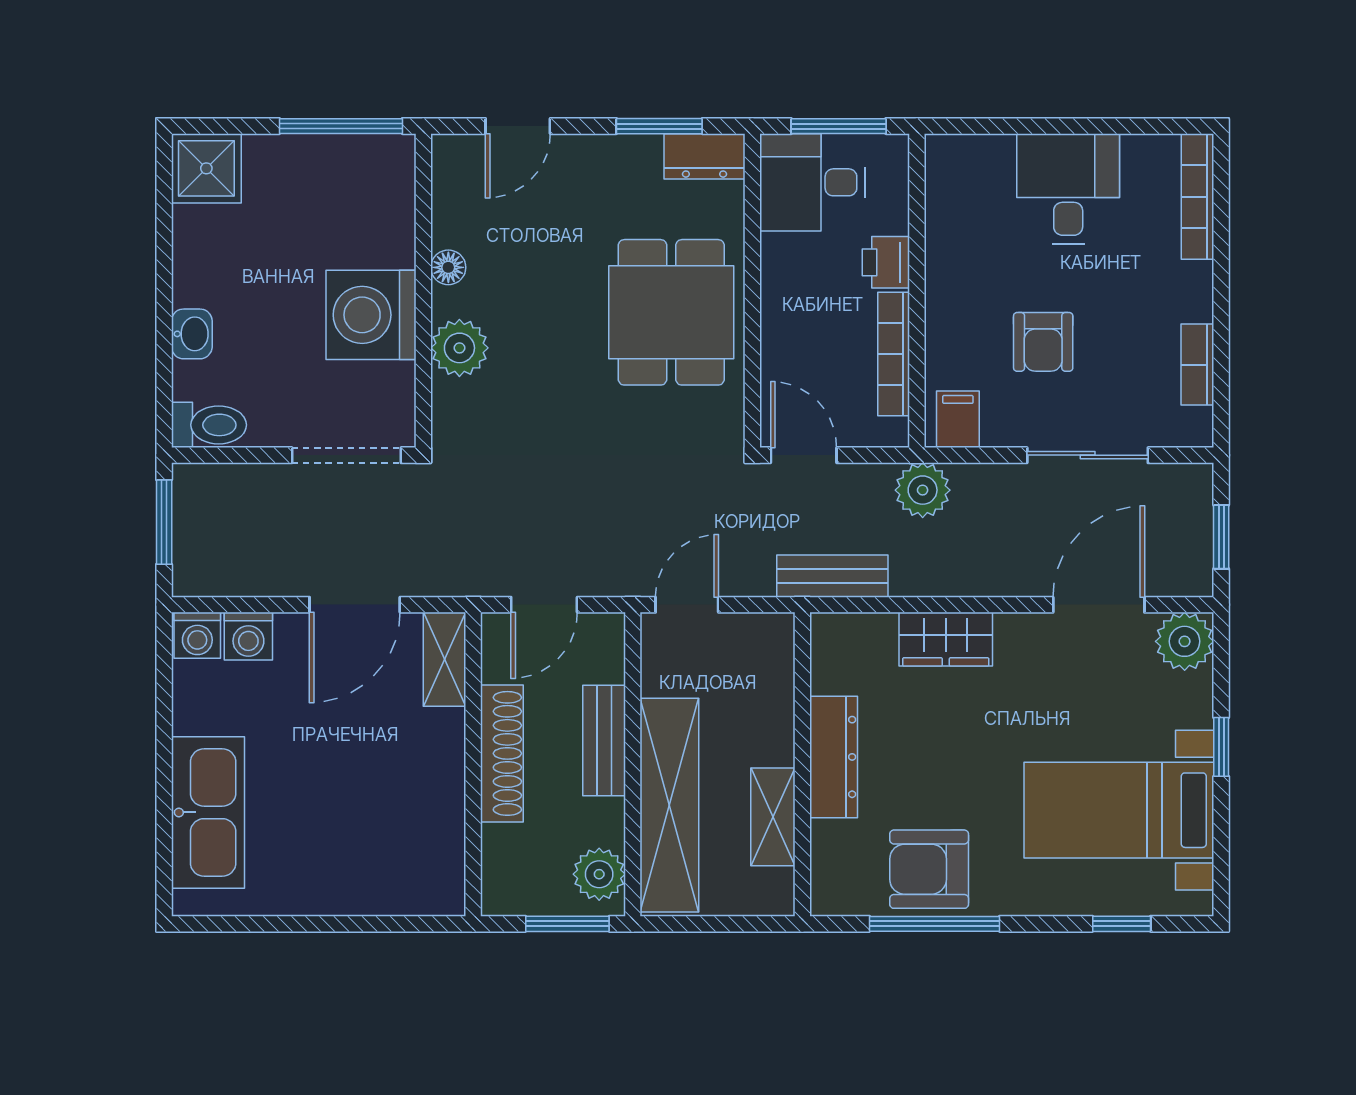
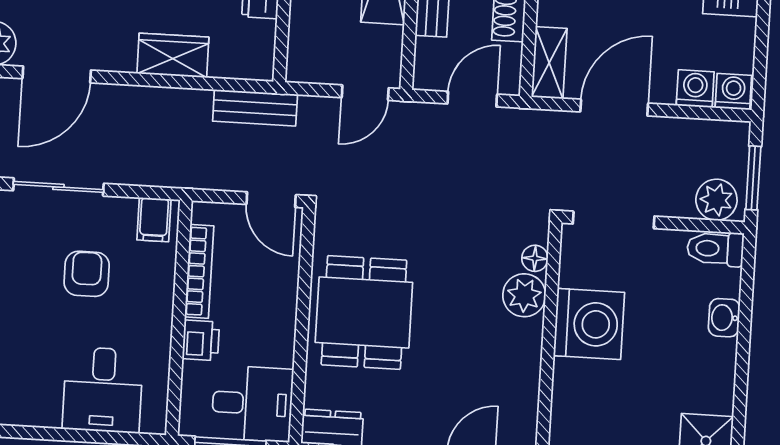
desk: (1068, 189) -> (103, 390), moved
floor lamp: (448, 267) -> (535, 258), moved
plant: (923, 490) -> (716, 200), moved

